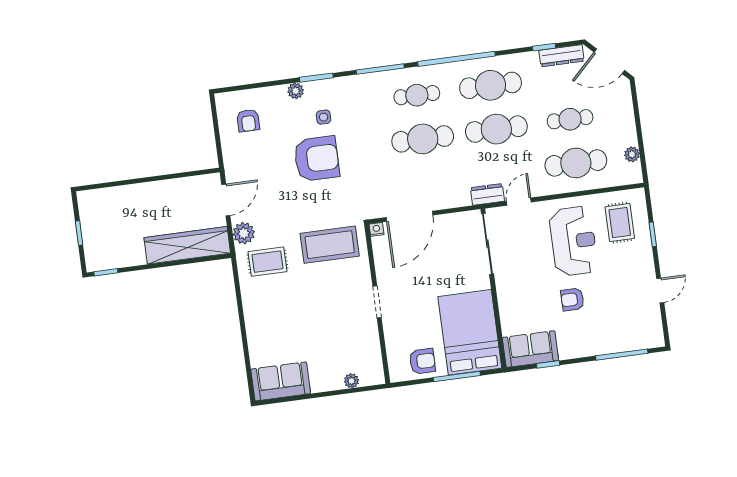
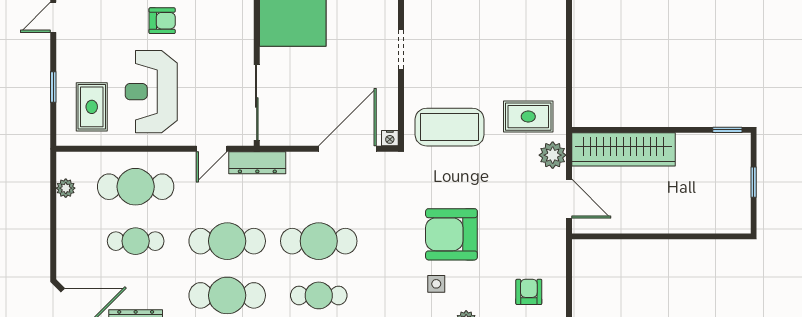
dresser: (487, 194) -> (257, 163), width x1.44
door: (226, 200) -> (569, 199), swing flipped

